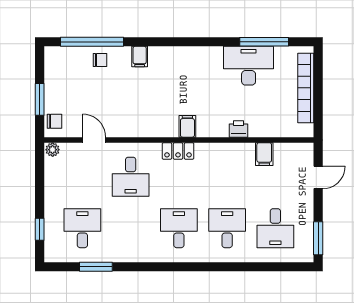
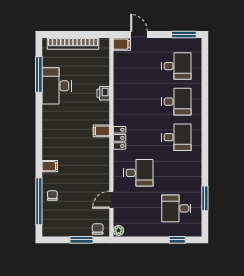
filing cabinet: (264, 154) -> (122, 44), moved
desk: (179, 228) -> (176, 137), turned 180
desk: (227, 228) -> (176, 102), turned 180

